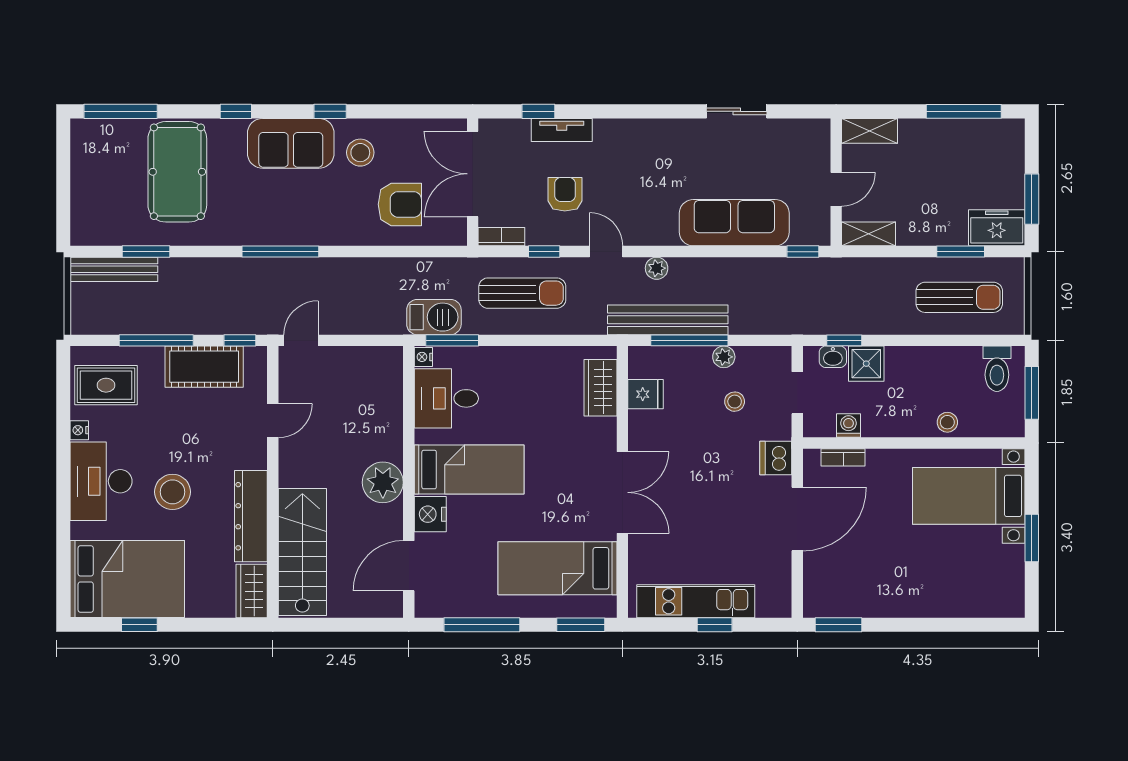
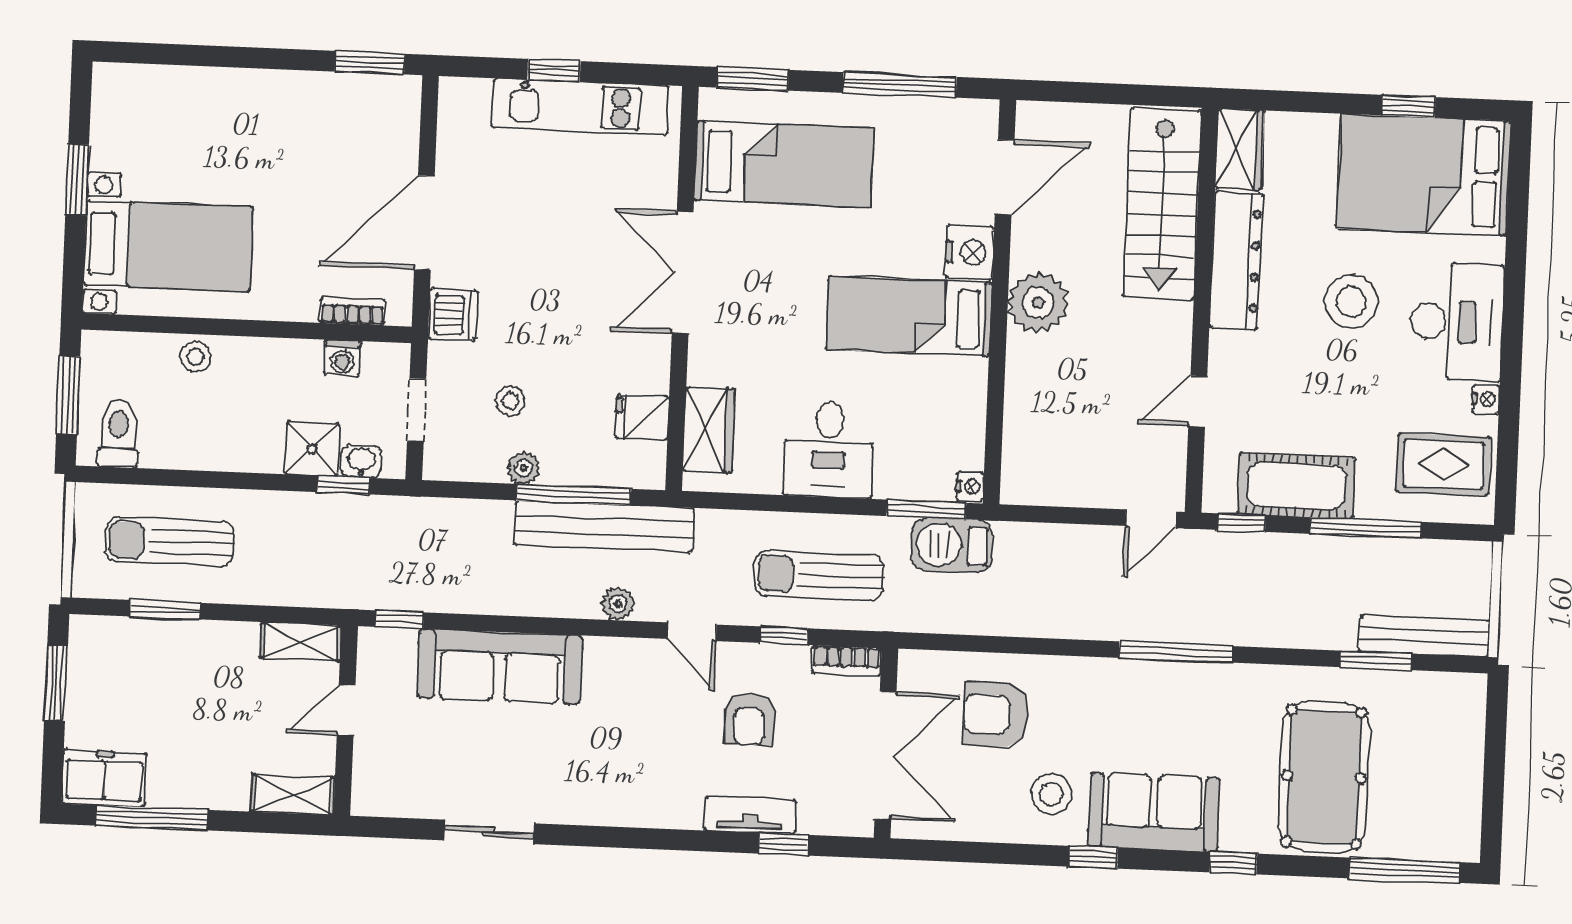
freezer: (997, 228) -> (104, 778), moved, turned 180
desk: (446, 398) -> (829, 449), moved, turned 90

